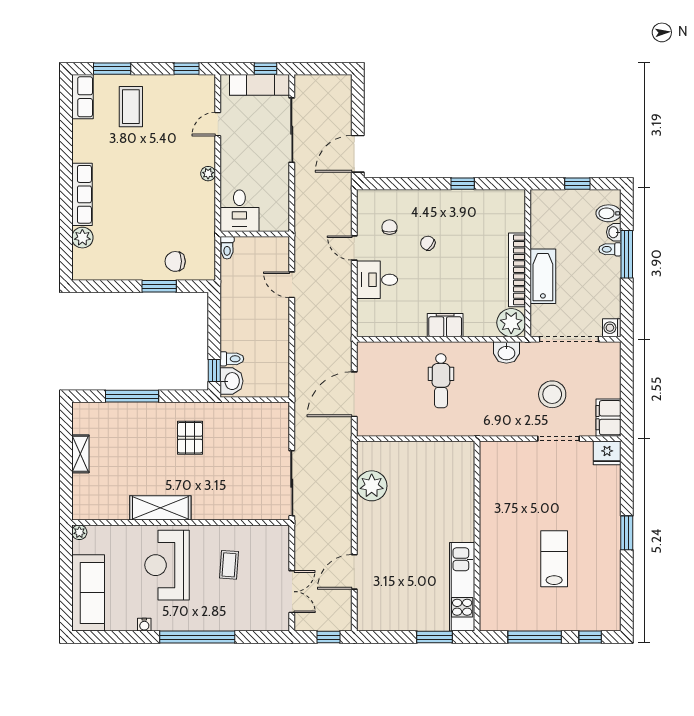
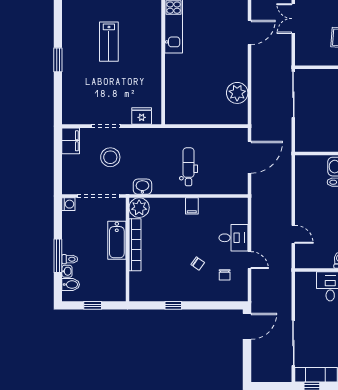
filing cabinet: (445, 325) -> (192, 206), width x0.50
fridge: (607, 453) -> (142, 116), moved

